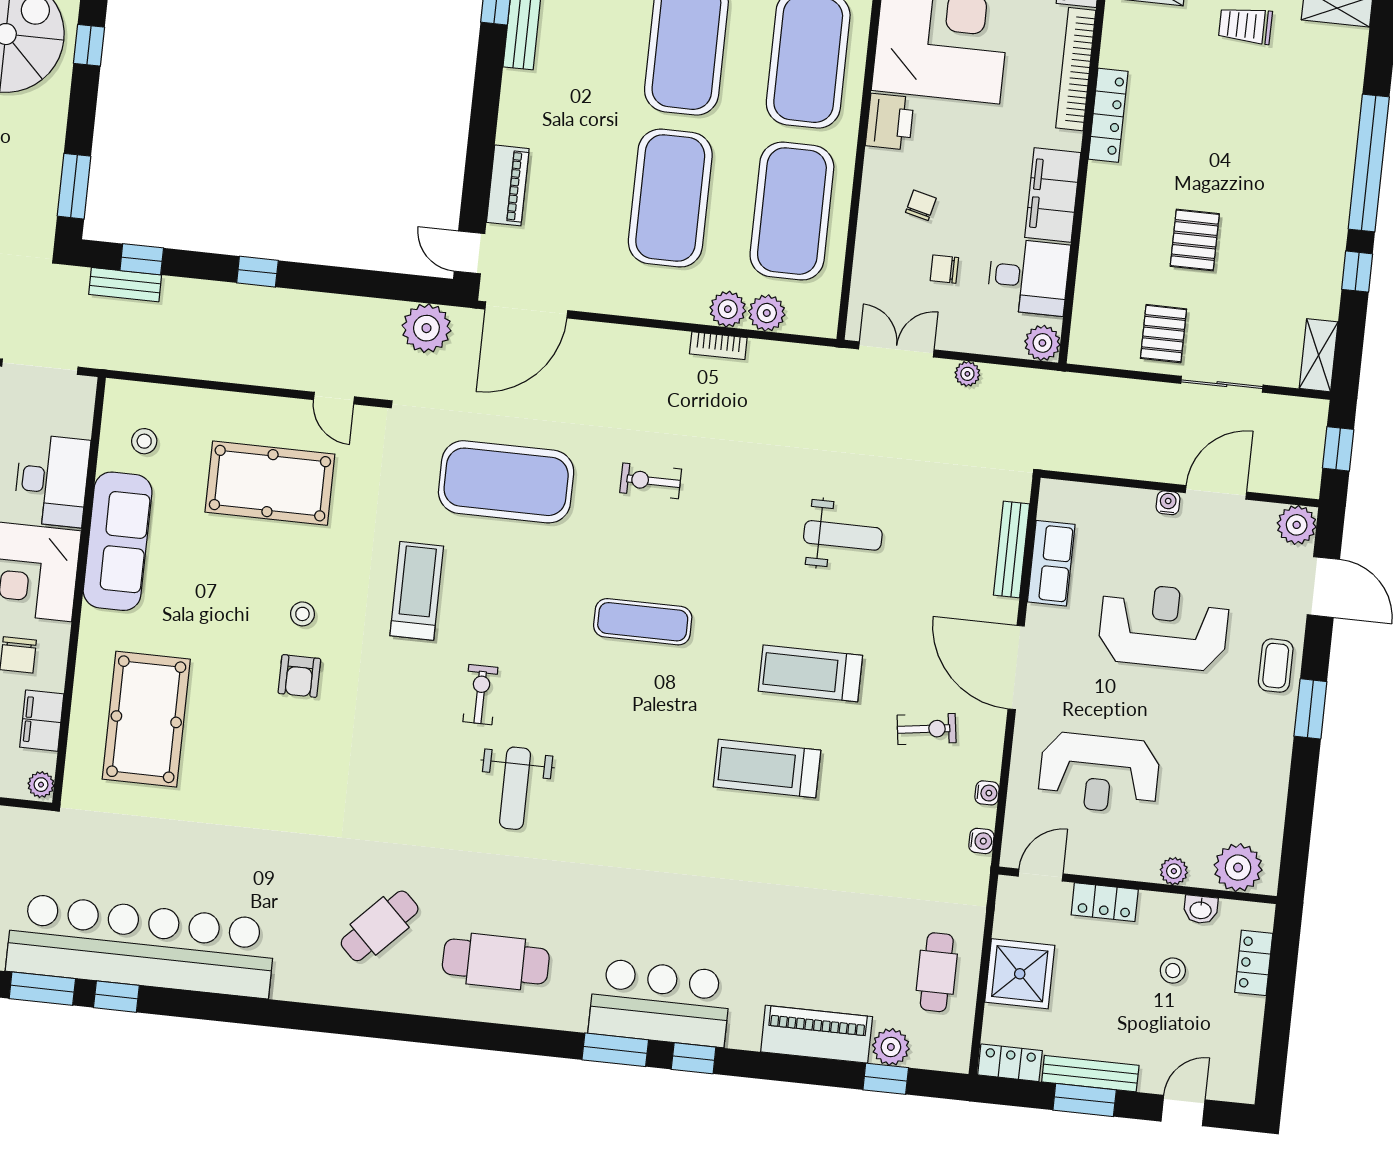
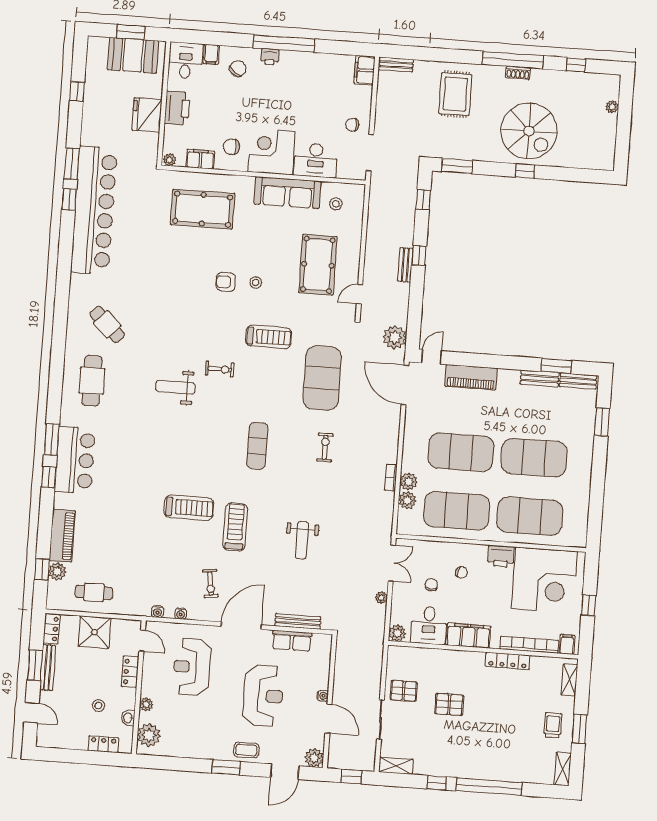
piano: (508, 185) -> (471, 377), width x1.37, depth x1.33
bench: (125, 285) -> (405, 265), moved
treadmill: (767, 769) -> (189, 508), turned 90

